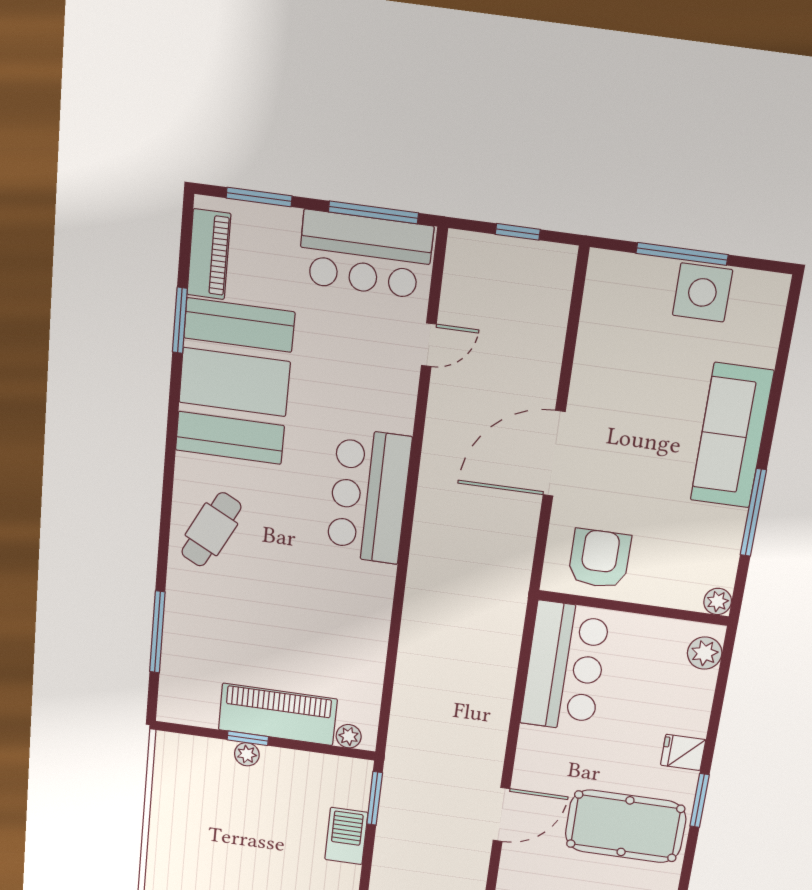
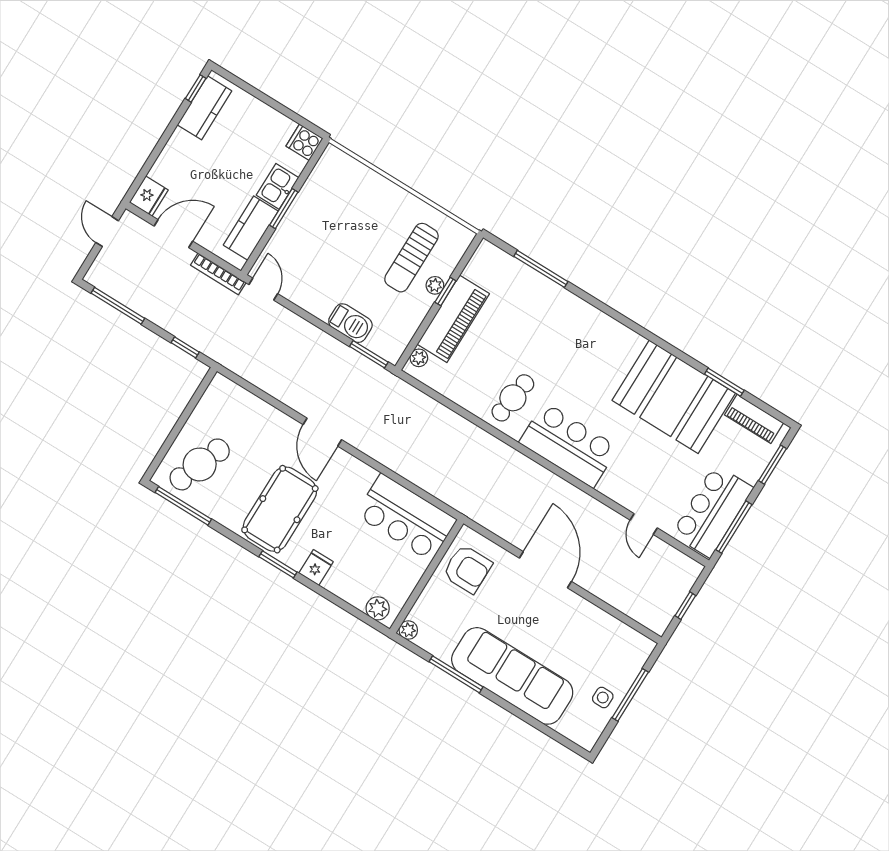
side table: (702, 292) -> (603, 697), width x0.54, depth x0.54
sofa: (732, 436) -> (512, 676), width x1.36, depth x1.27
cafe table: (211, 529) -> (513, 398), moved, turned 71
sun lounger: (227, 797) -> (411, 258), added

